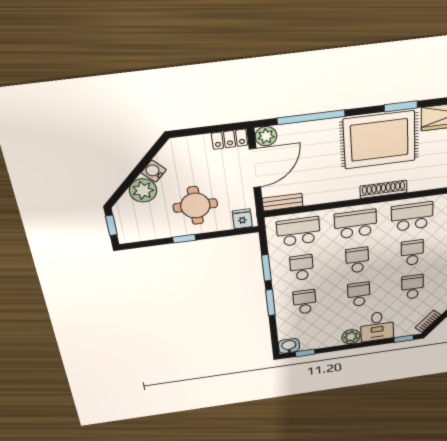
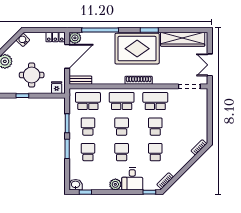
water cooler: (154, 171) -> (23, 40), moved

